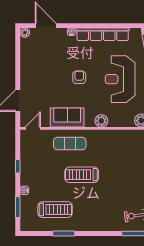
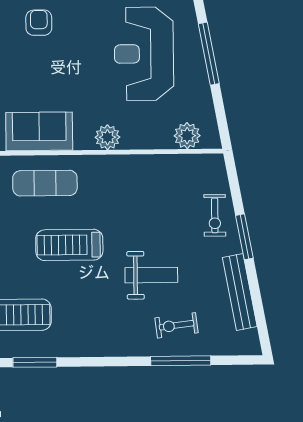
armchair: (79, 77) -> (39, 23), moved
weight bench: (123, 190) -> (151, 275), added

